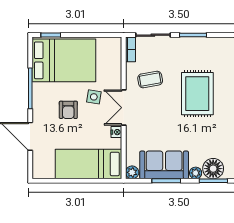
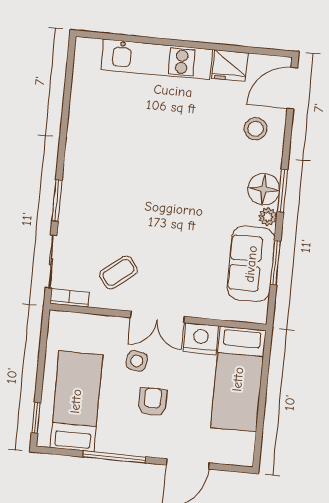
bed: (64, 60) -> (76, 401), width x0.67
coffee table: (150, 79) -> (118, 272), turned 62
rug: (197, 94) -> (147, 202), removed
armchair: (68, 110) -> (153, 402), turned -90
nightstand: (116, 132) -> (201, 339), width x1.89, depth x1.79
plant: (132, 172) -> (258, 314), removed

